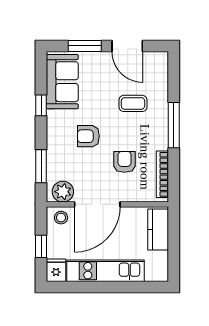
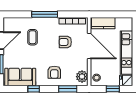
armchair: (88, 136) -> (54, 72), moved
door: (97, 204) -> (89, 46), moved

